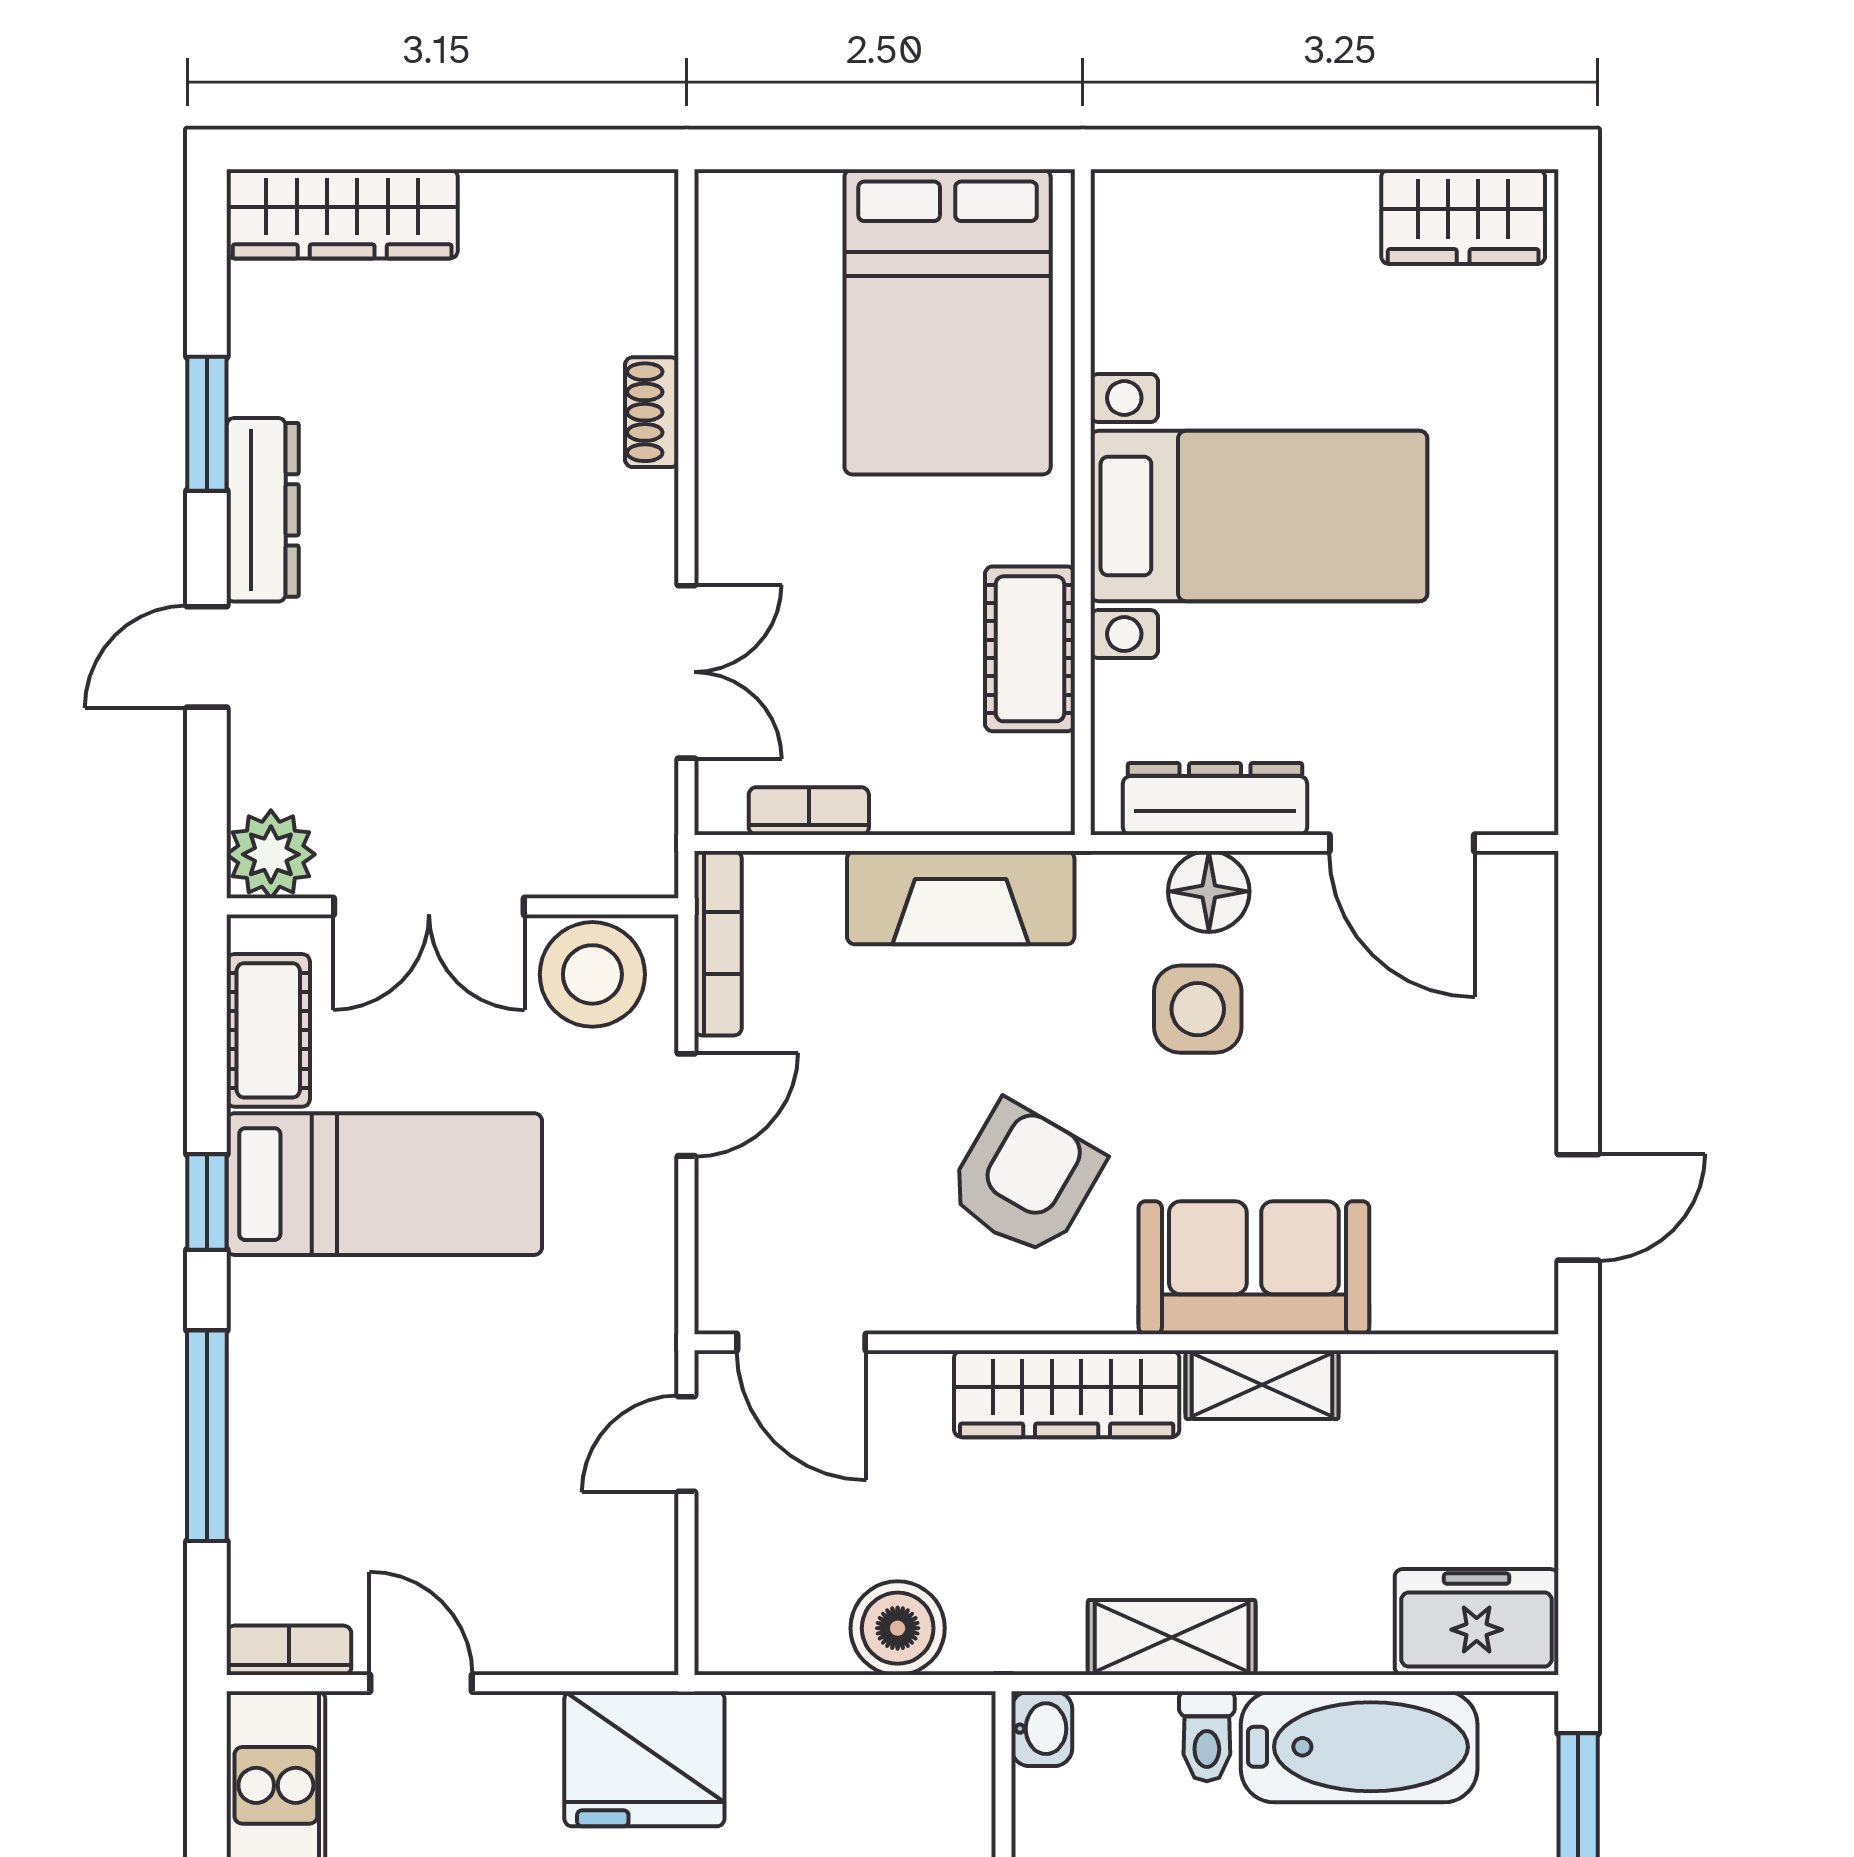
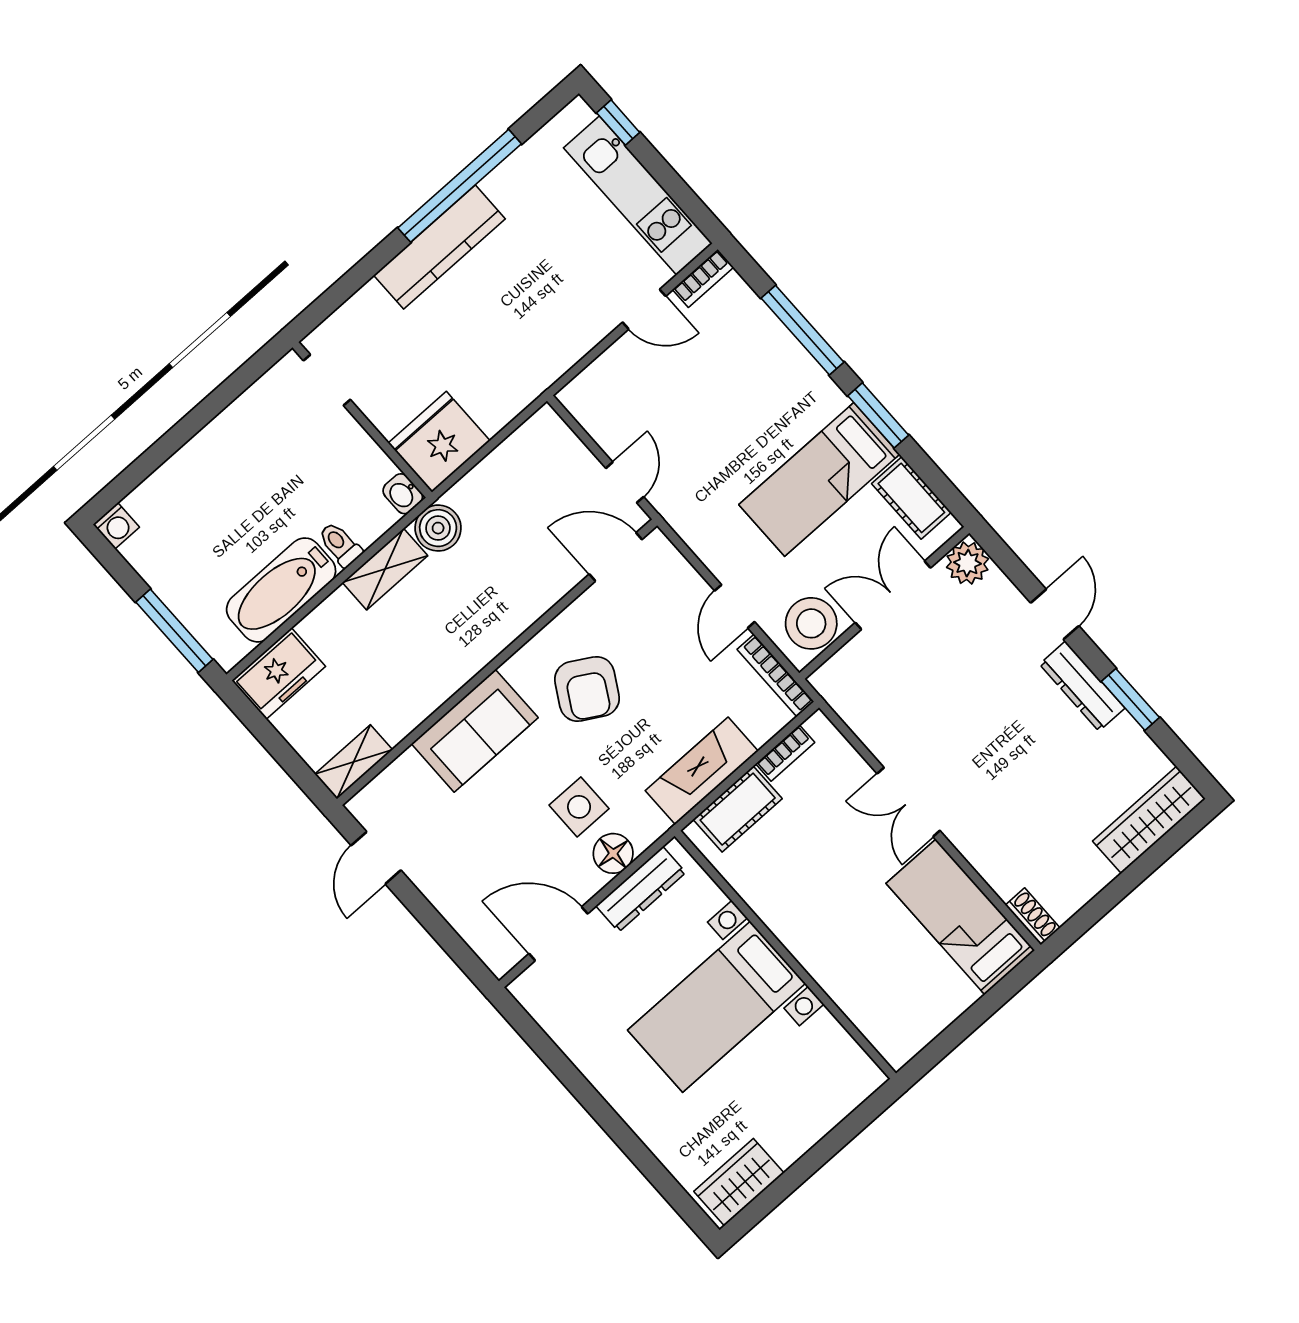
bed: (948, 322) -> (960, 917), moved, width x0.67
shoe rack: (652, 412) -> (1033, 916), moved
cot: (1030, 649) -> (738, 809), moved, turned 90
double door: (686, 672) -> (909, 802), moved
window: (207, 1202) -> (878, 415), width x1.50
shelving: (1262, 1385) -> (354, 762), moved
wardrobe: (1067, 1394) -> (502, 624), removed
boiler: (898, 1628) -> (438, 528), moved
fridge: (644, 1759) -> (439, 442), moved

